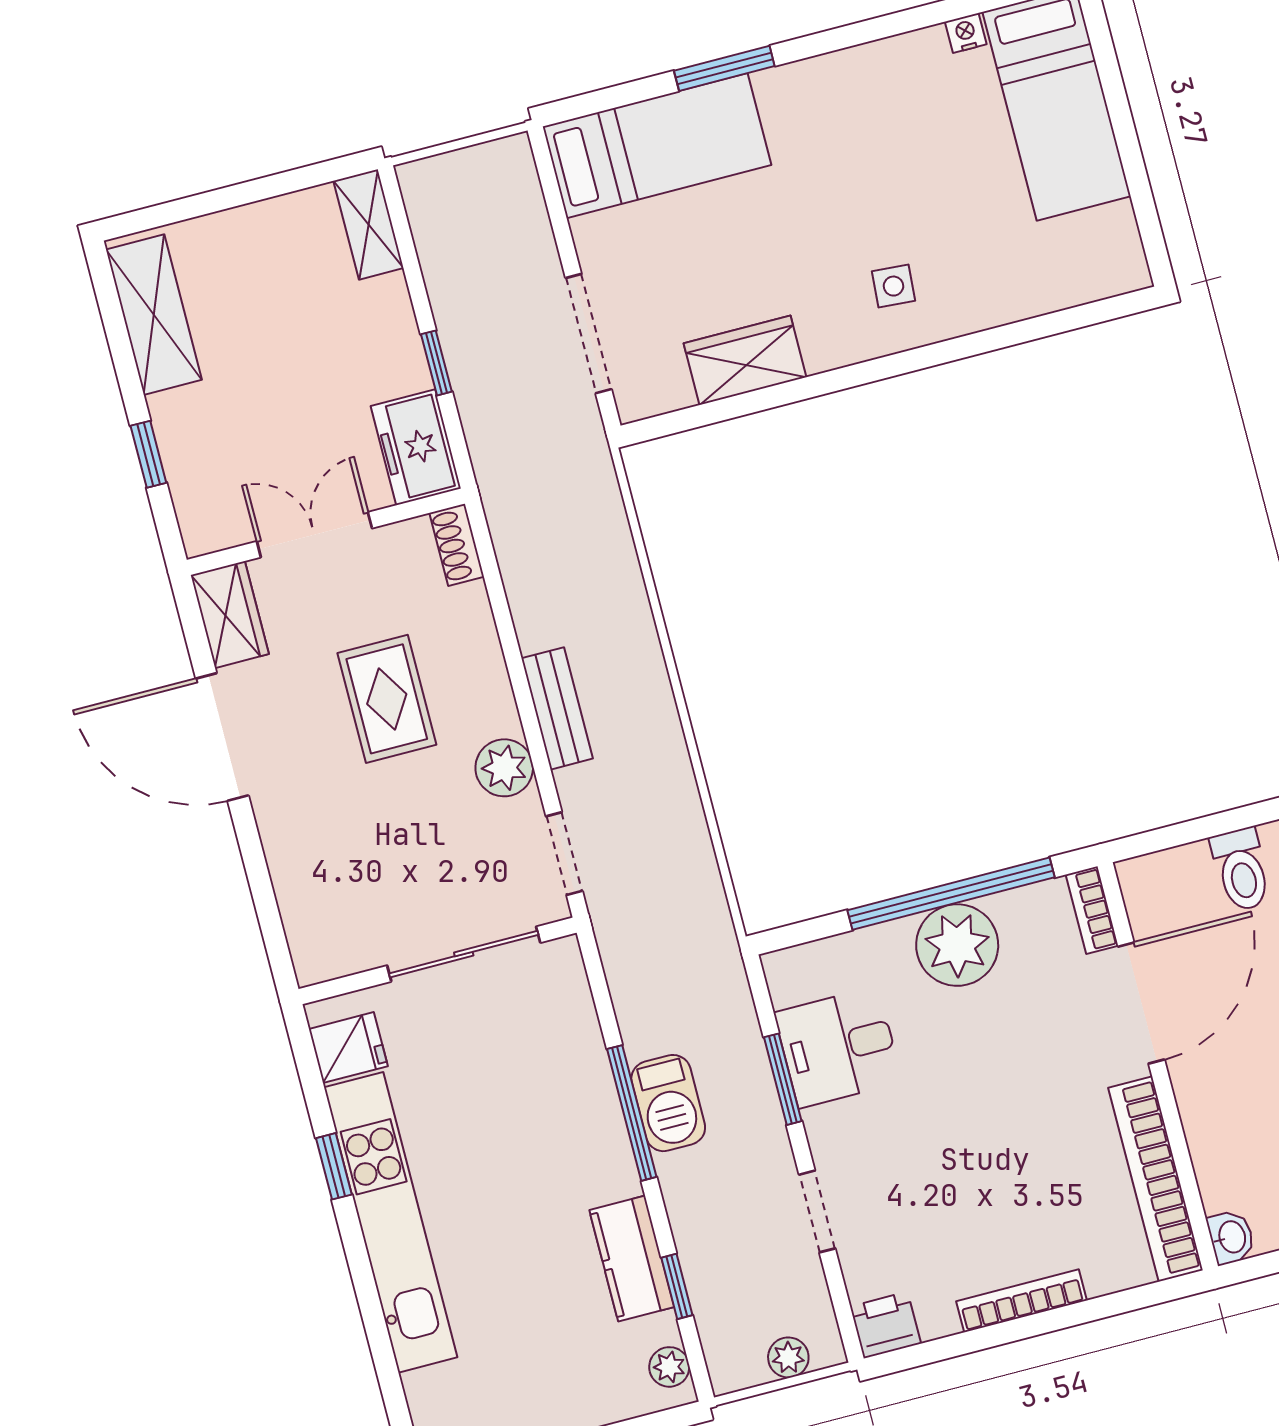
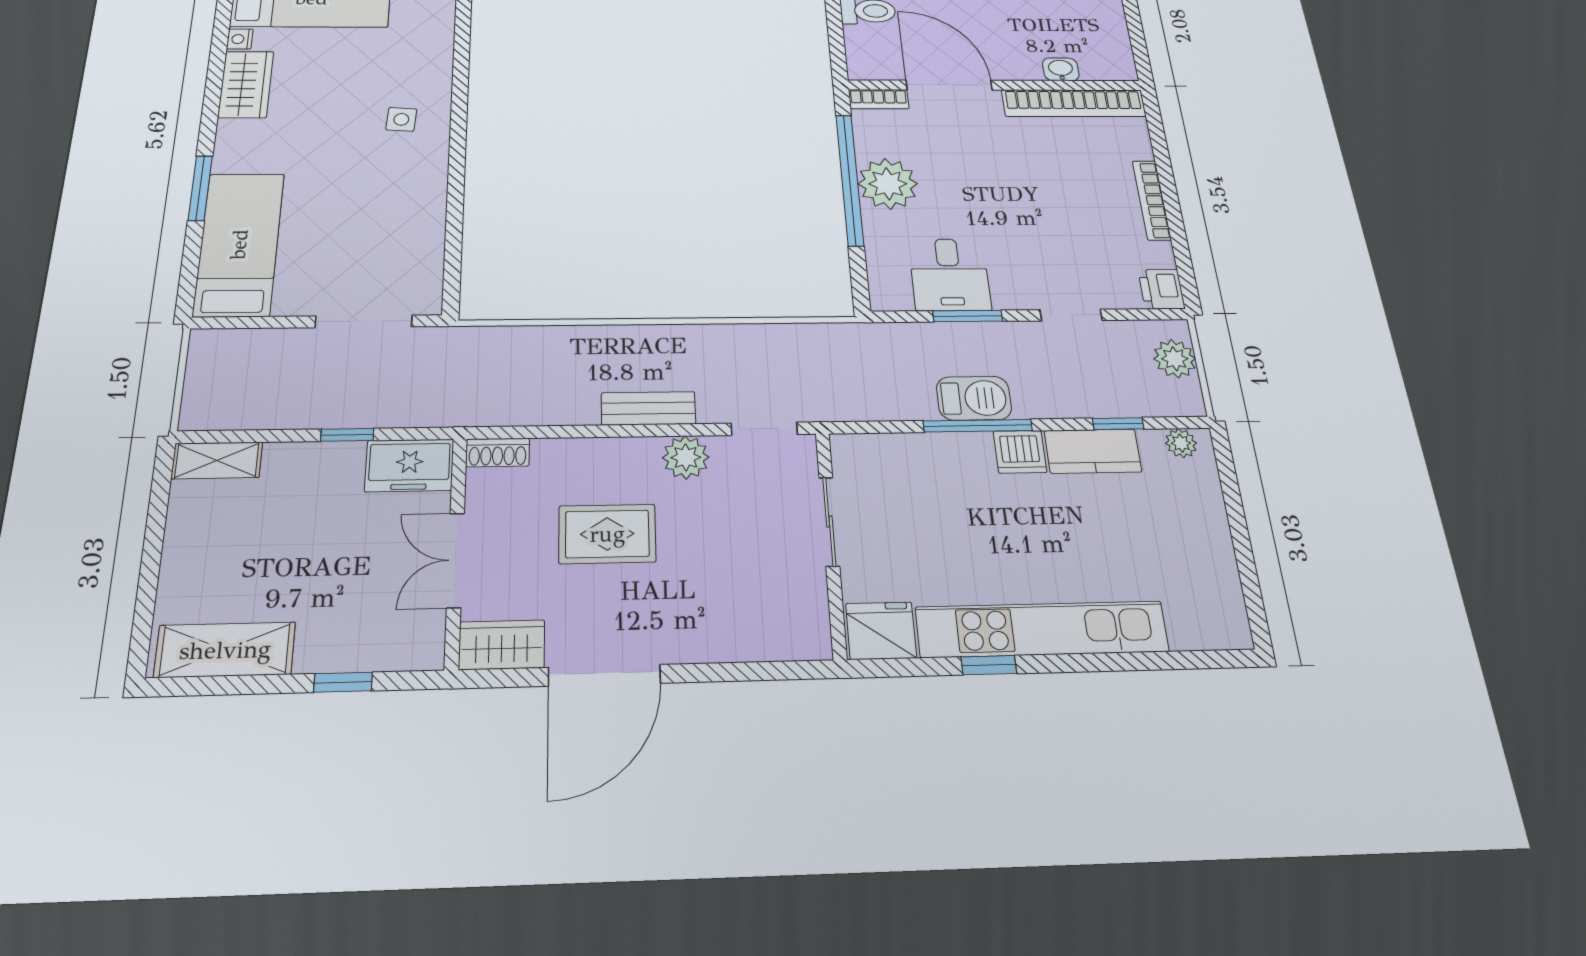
wardrobe: (745, 360) -> (246, 84), moved, turned 180
sliding door: (464, 954) -> (829, 522), width x0.73
fridge: (348, 1048) -> (881, 631), width x1.38
dishwasher: (609, 1169) -> (1020, 452), added
washbasin: (1231, 1237) -> (1061, 69), moved
plant: (788, 1357) -> (1175, 359), width x1.38, depth x1.38

